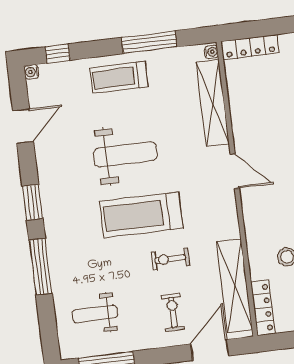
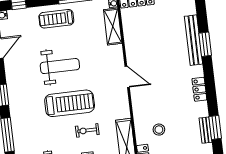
shelving: (213, 103) -> (113, 26), width x0.68
treadmill: (141, 215) -> (70, 103), turned 180

